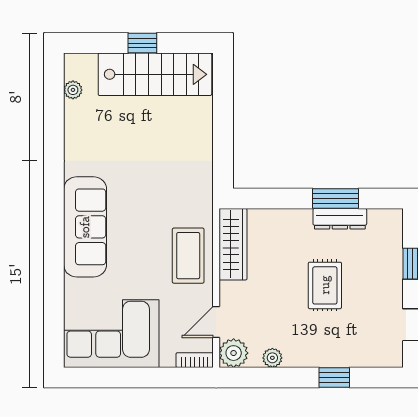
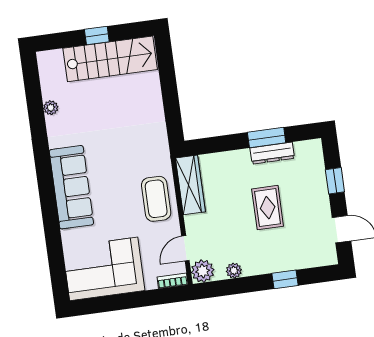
plant: (73, 90) -> (51, 108), moved

